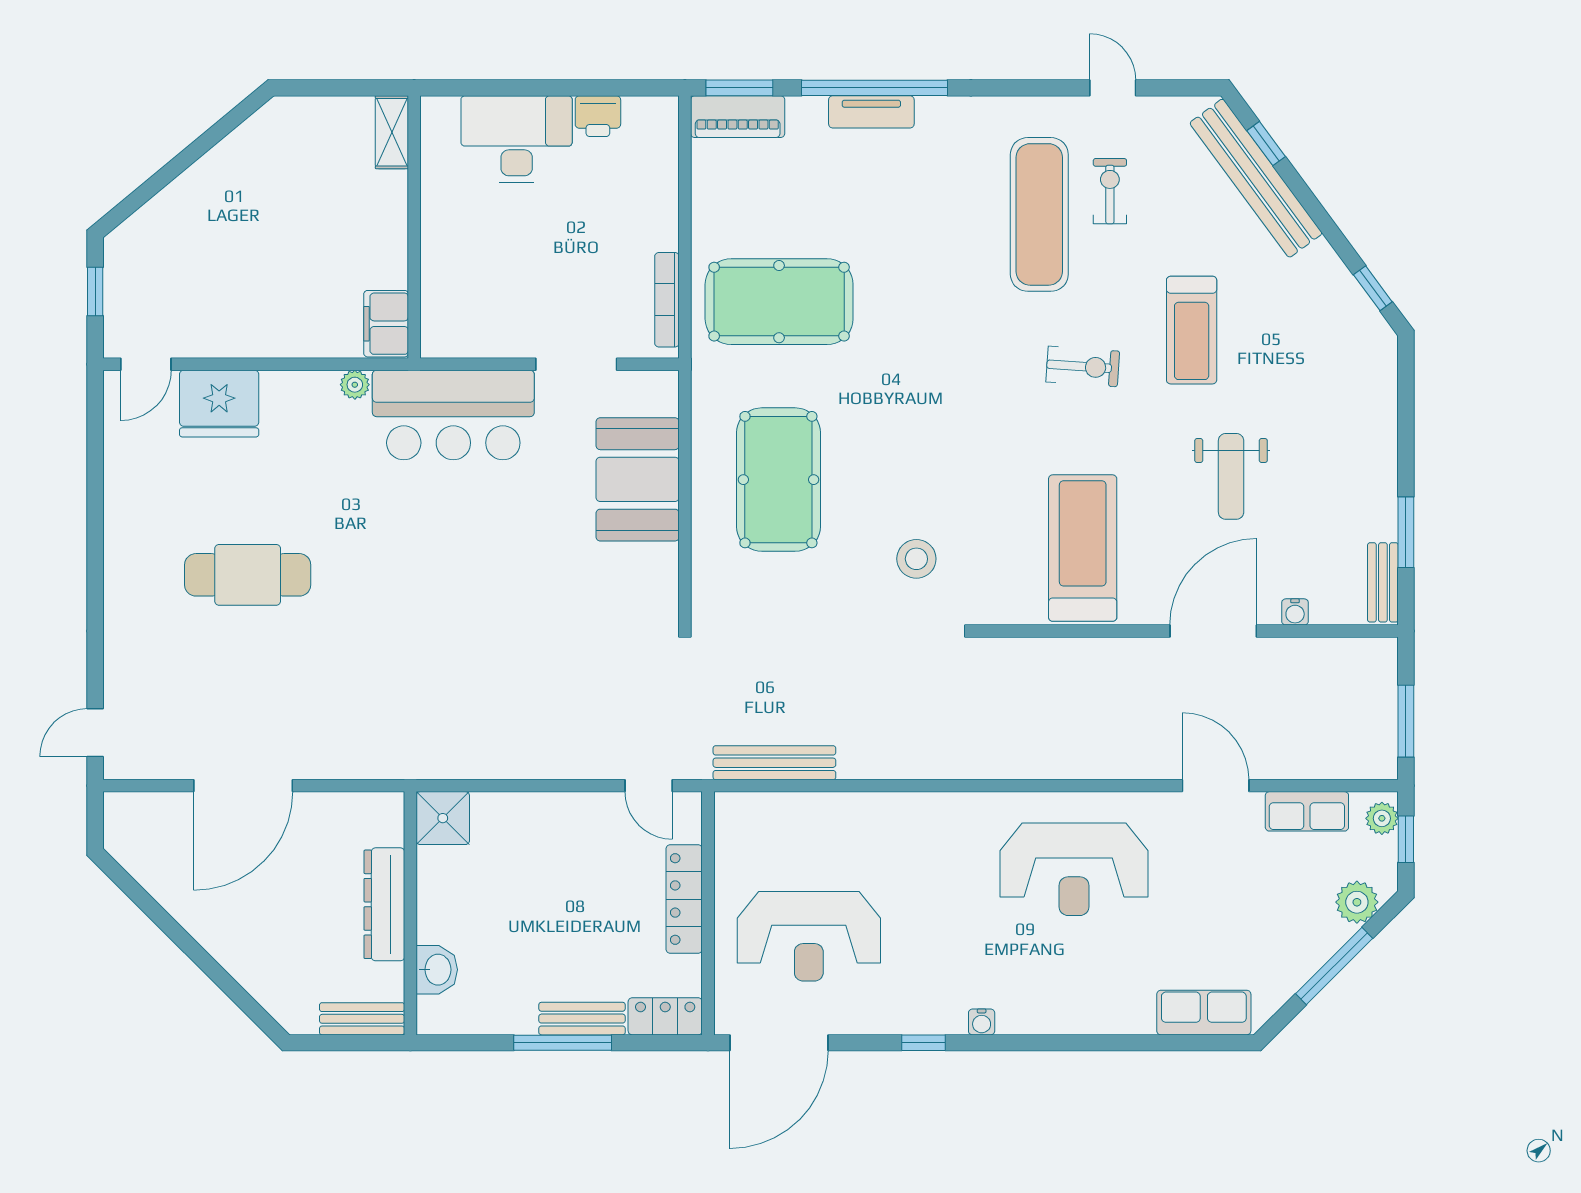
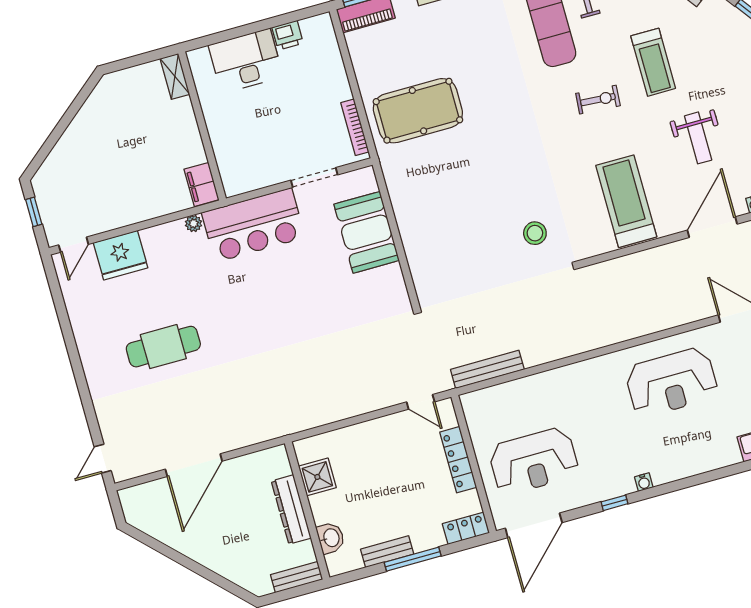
pool table: (778, 480) -> (445, 210), removed
shower: (443, 818) -> (317, 477), moved
bench: (582, 1019) -> (387, 552), moved

